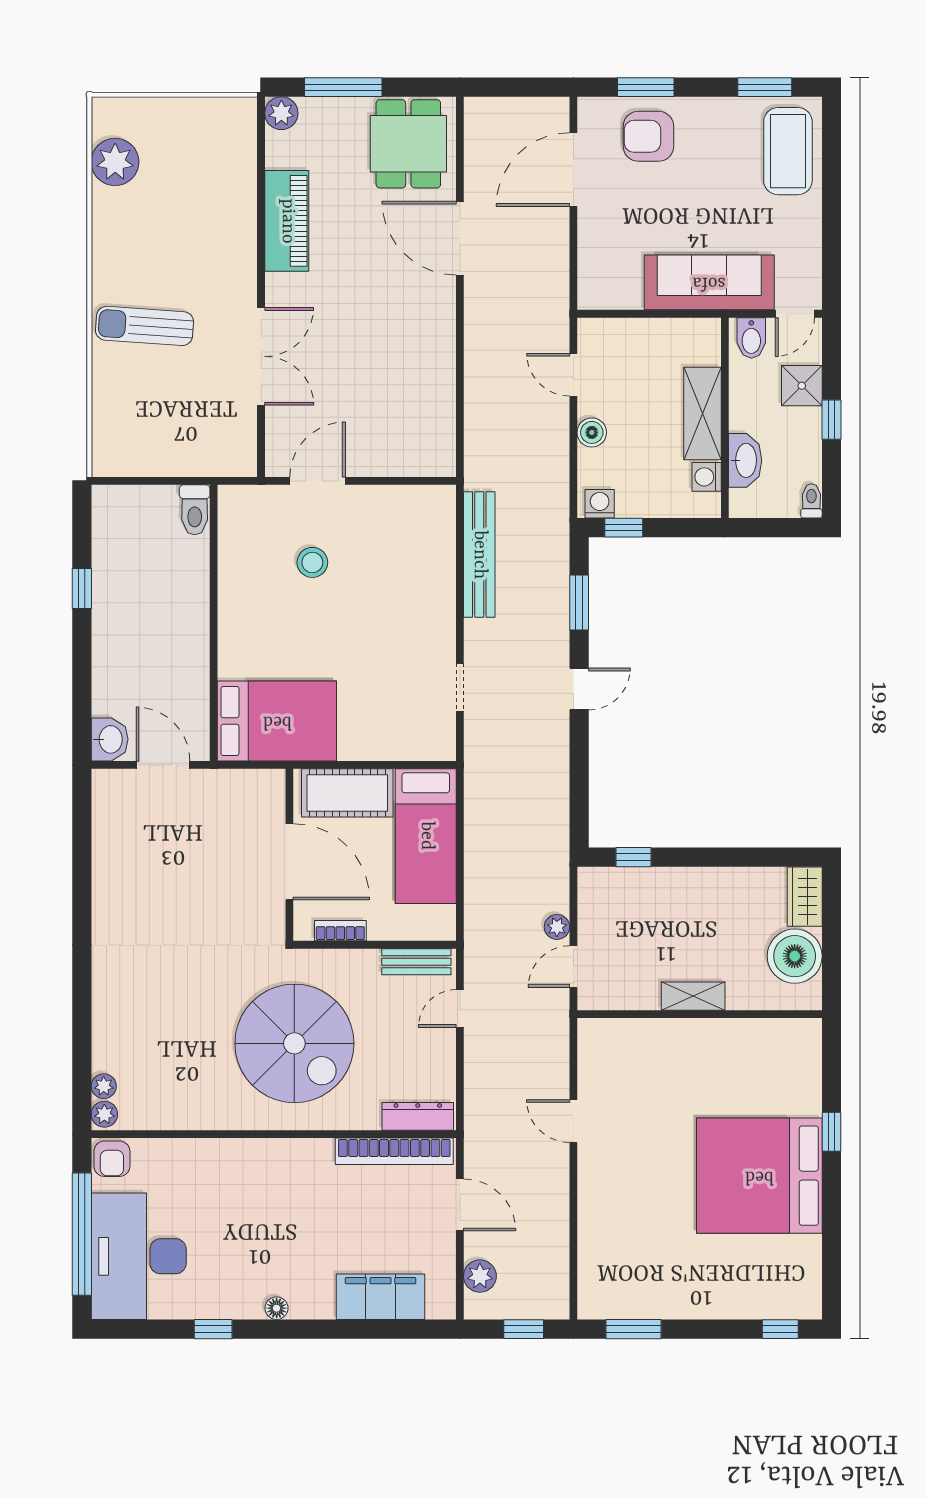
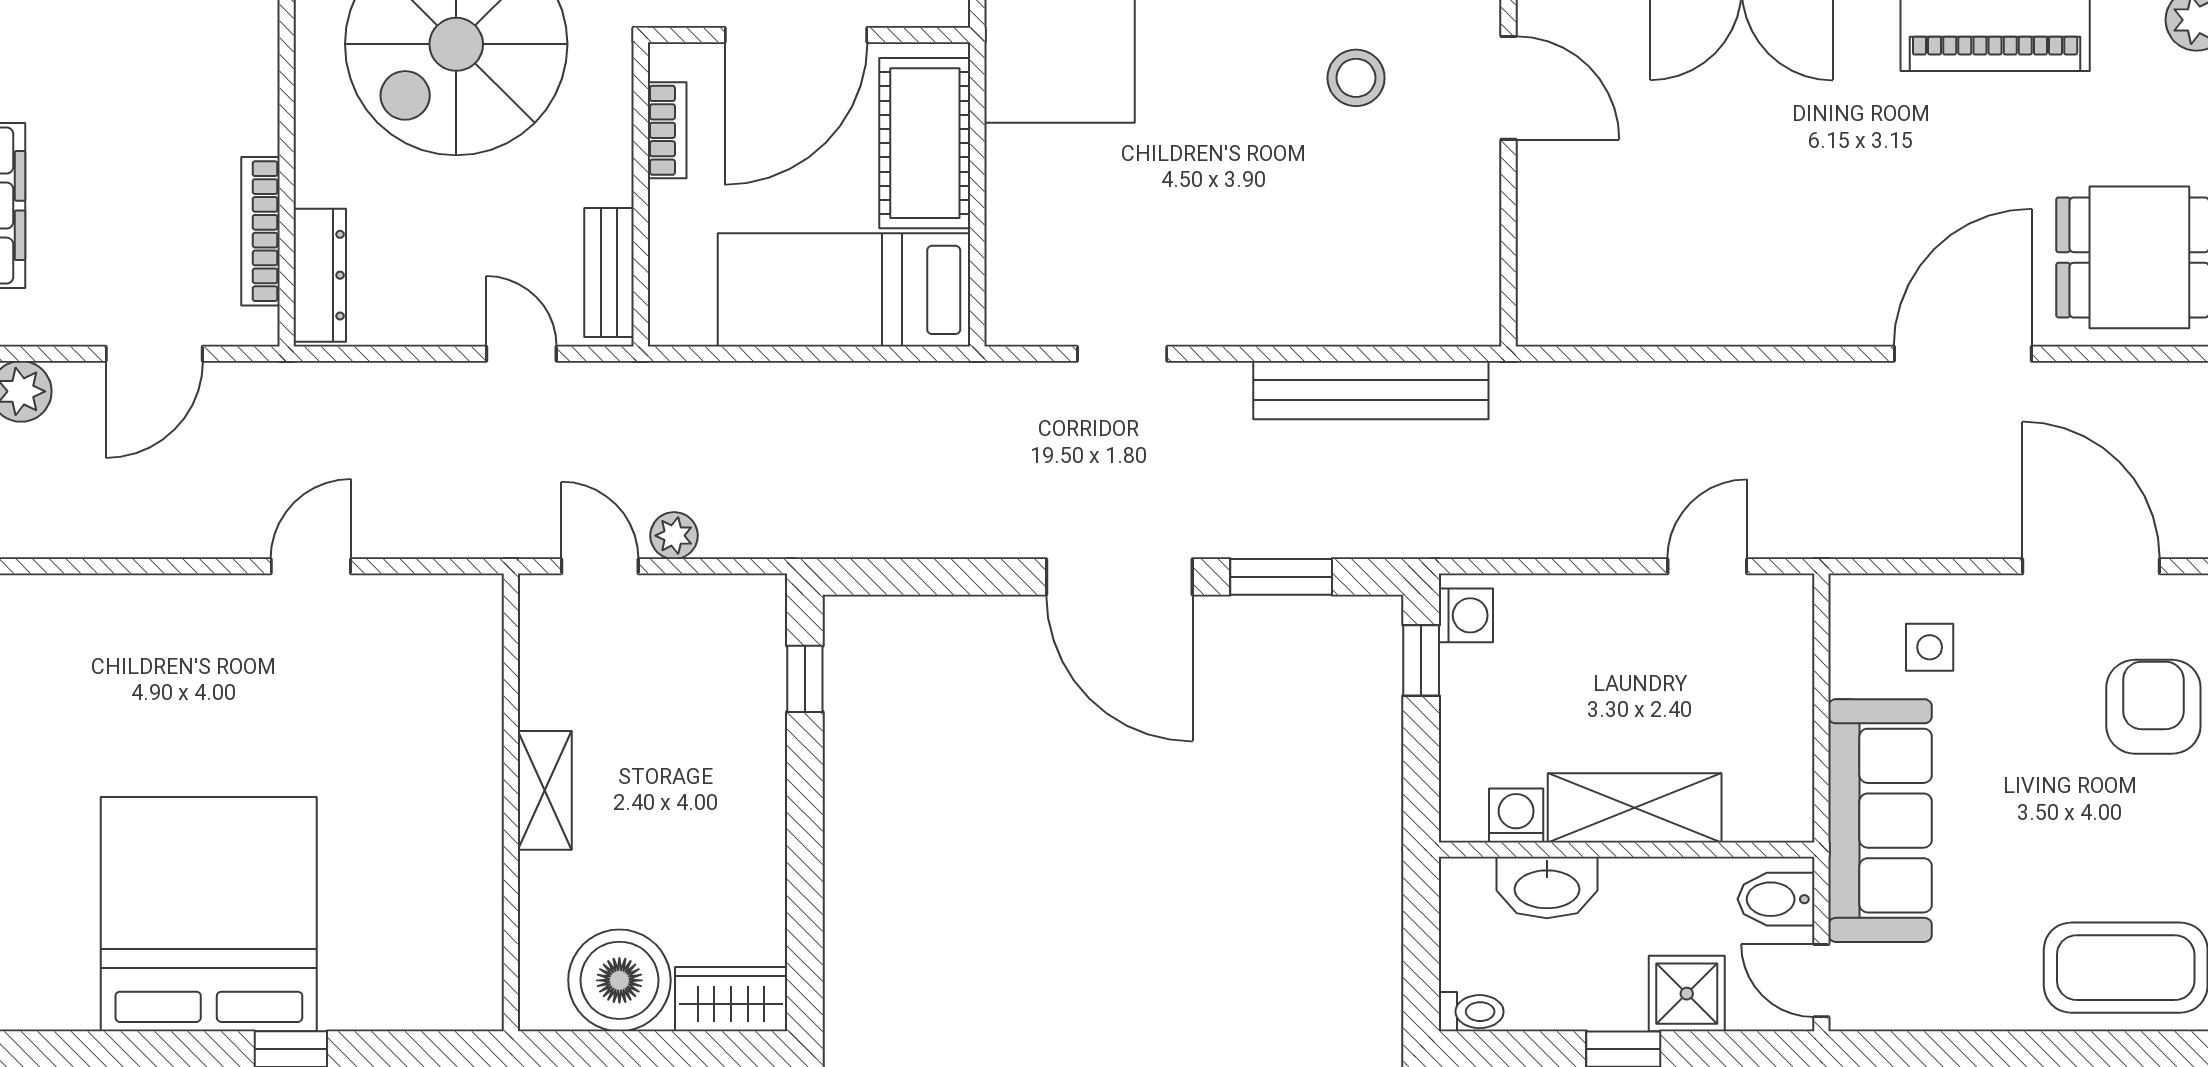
side table: (617, 256) -> (1930, 647), added
boiler: (592, 432) -> (1599, 601), removed
door: (579, 689) -> (1119, 577), width x1.87
bookcase: (394, 1151) -> (260, 231), width x0.68, depth x0.76

